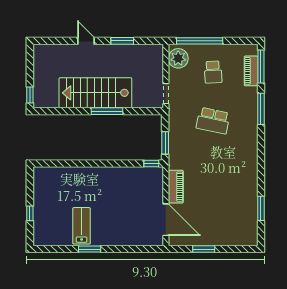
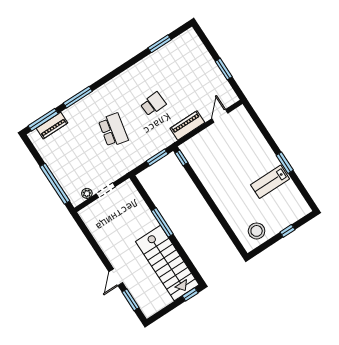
window: (122, 41) -> (131, 300), moved
plant: (178, 58) -> (87, 193), width x0.53, depth x0.53
school desk: (213, 72) -> (153, 104), moved
stairs: (95, 93) -> (167, 263), moved
doorway: (166, 94) -> (106, 190), moved
stool: (47, 187) -> (257, 231), added
door: (166, 220) -> (220, 116), width x0.53

